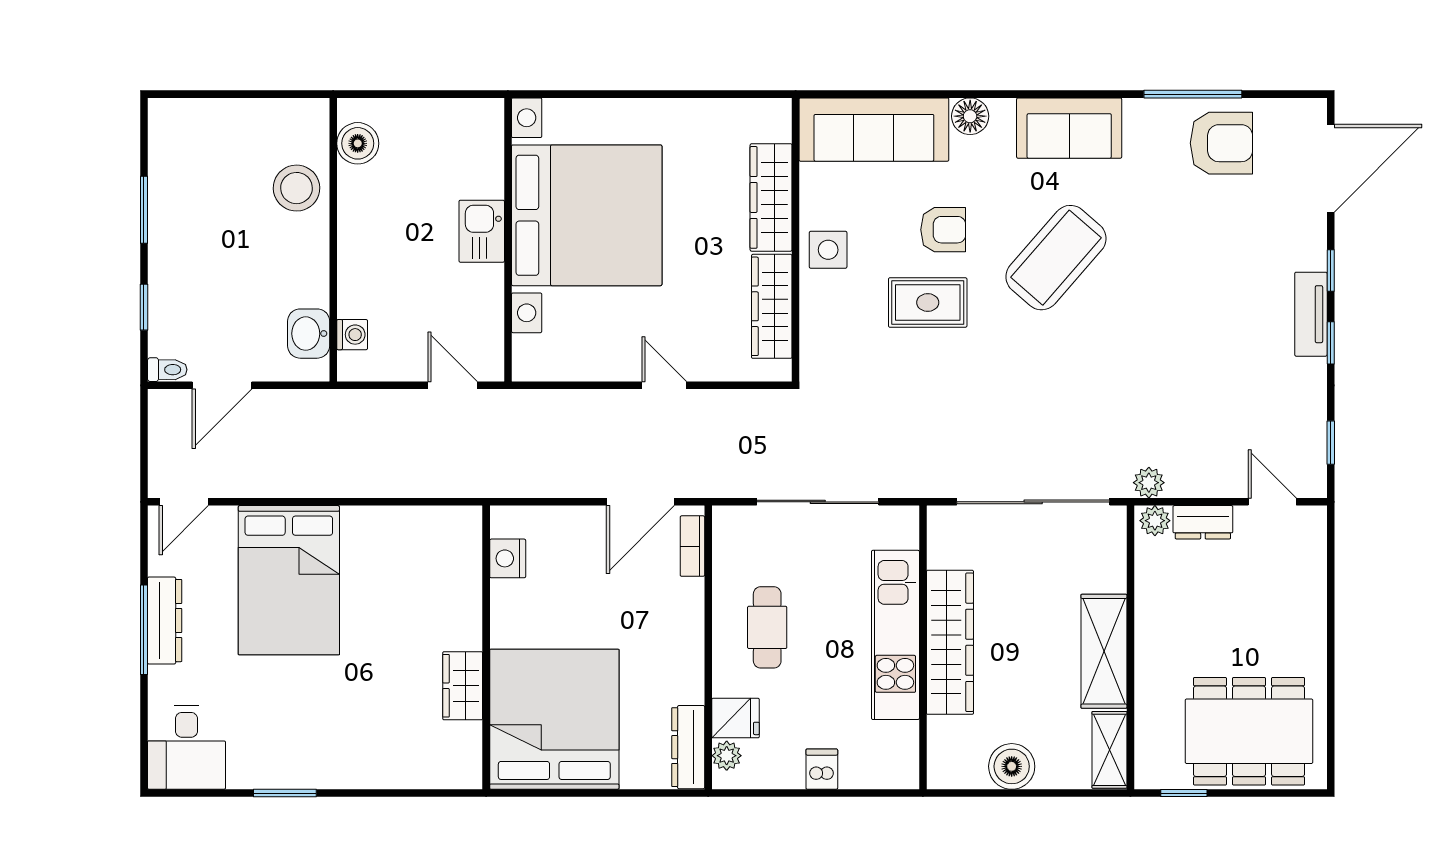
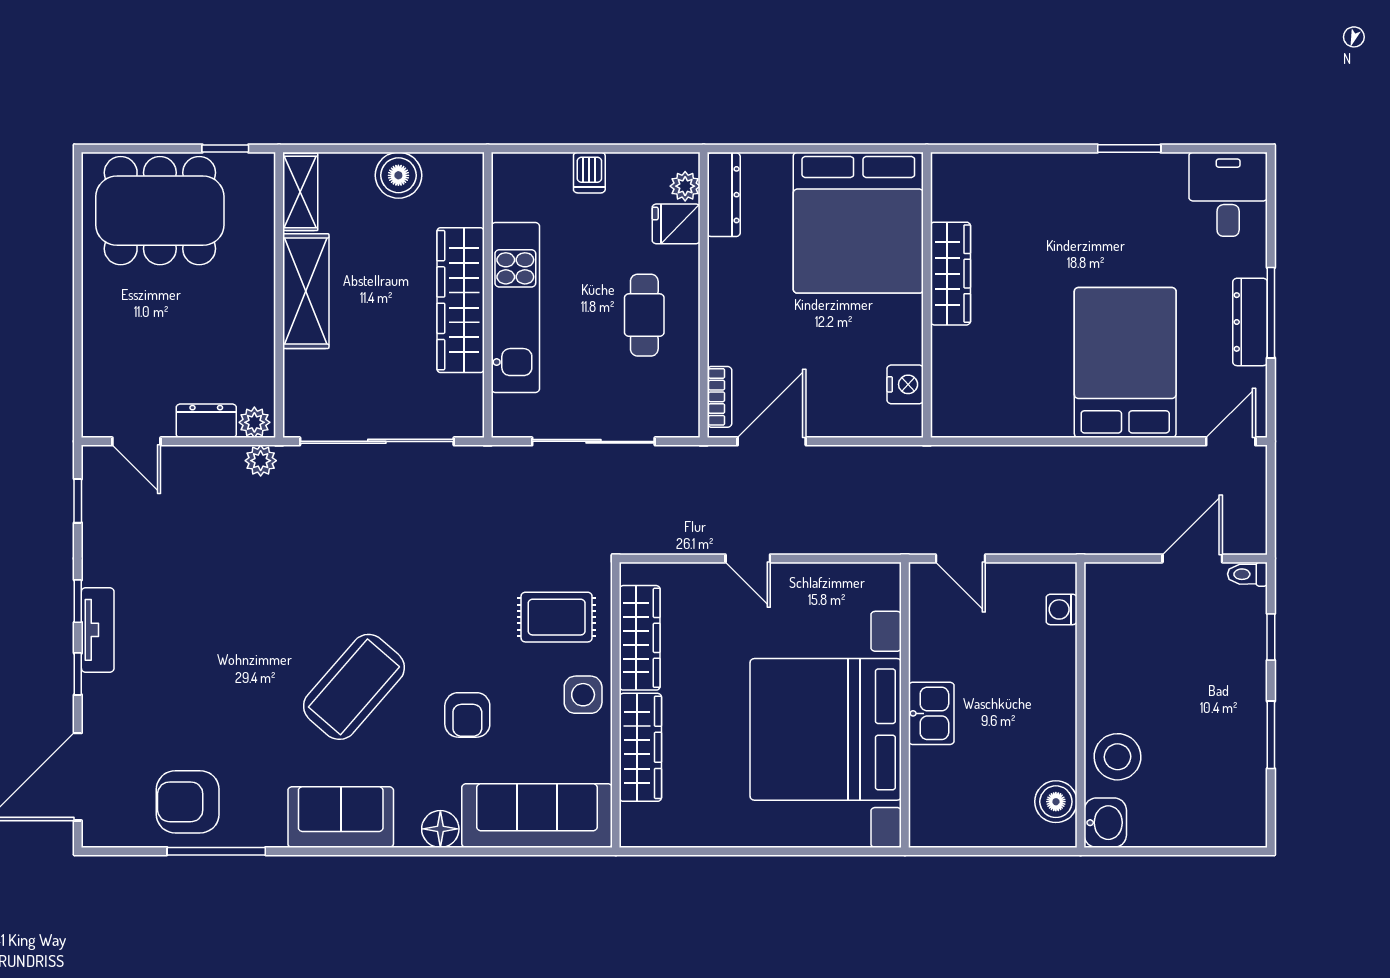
armchair: (943, 230) -> (467, 715), turned -90
rug: (928, 302) -> (557, 617), moved
washbasin: (309, 334) -> (1105, 823), moved
wardrobe: (463, 686) -> (950, 274), width x1.50

